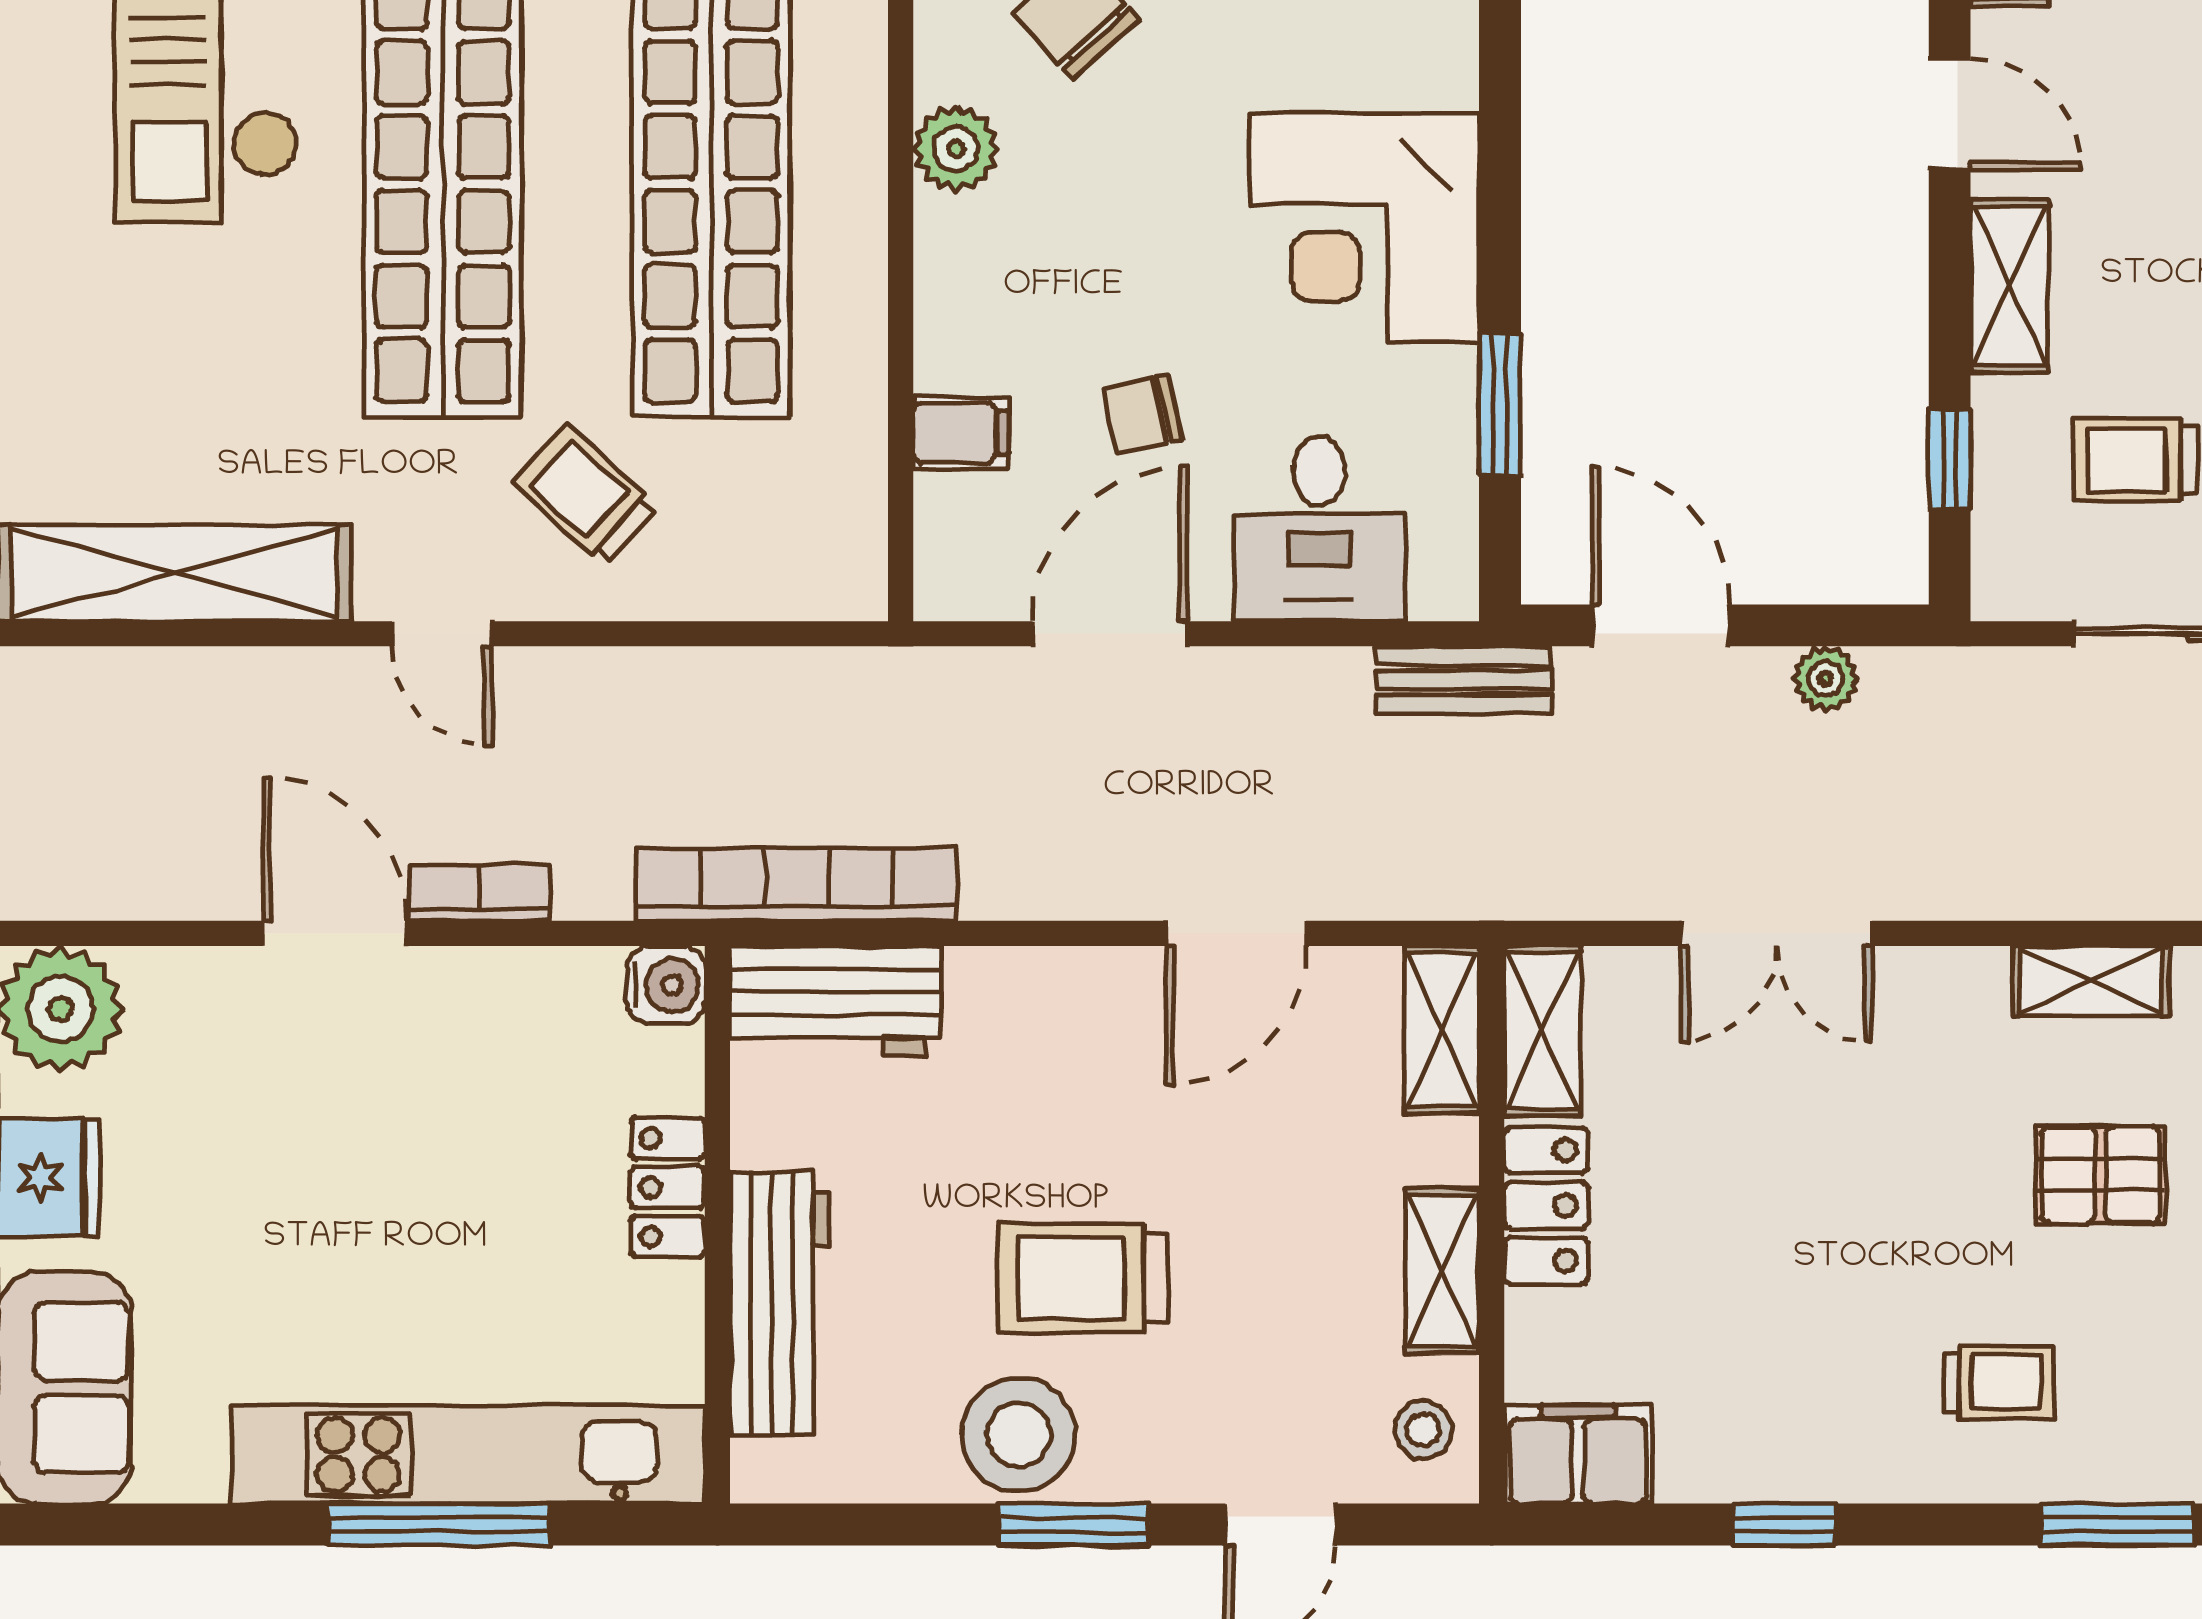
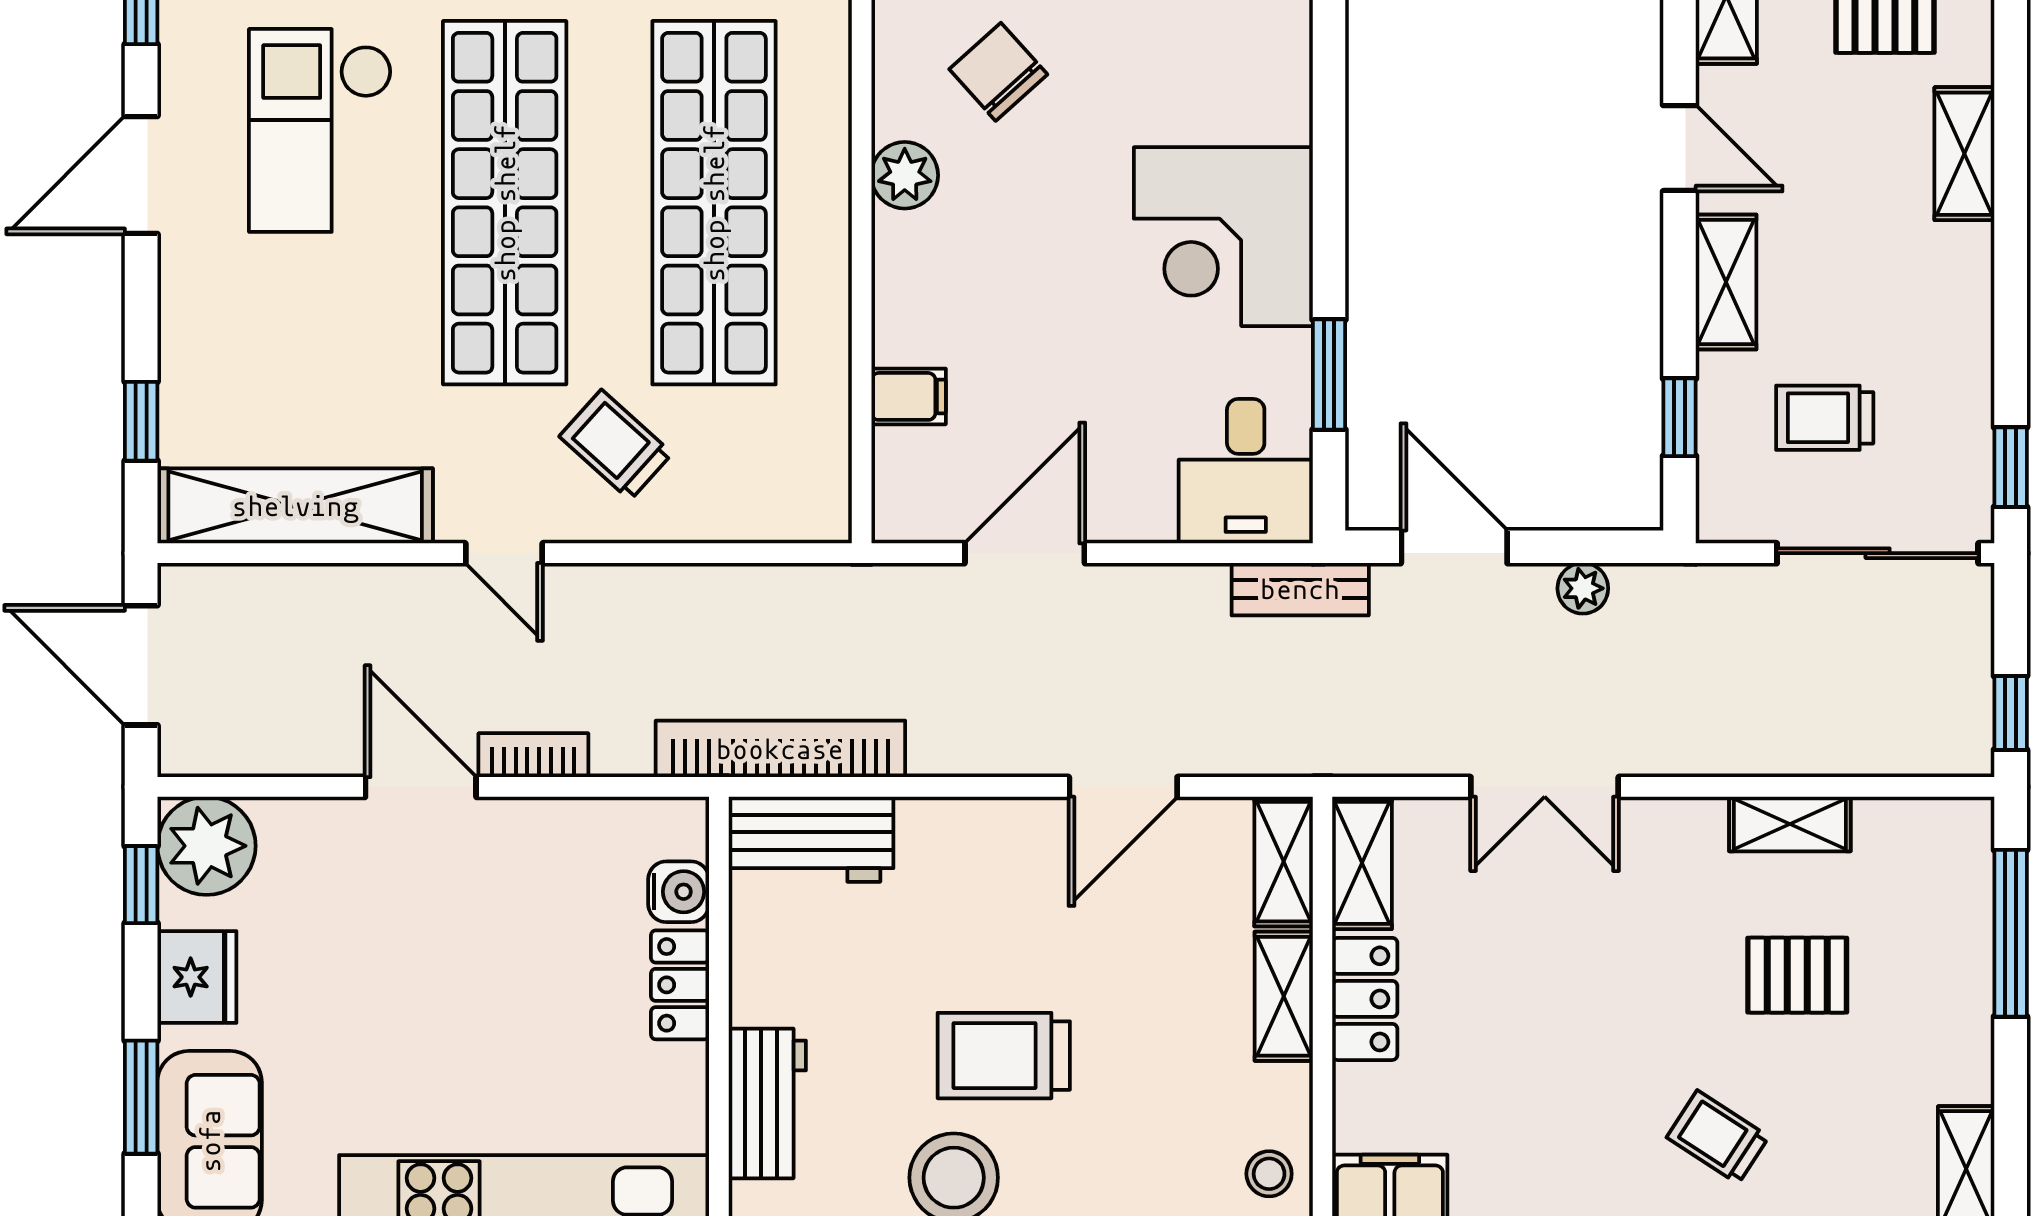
chair: (1142, 414) -> (1050, 382), removed
desk: (1319, 529) -> (1246, 471), moved
water cooler: (666, 985) -> (679, 892), moved
shelving: (1442, 1271) -> (1284, 996), moved
workbench: (780, 1303) -> (767, 1103), width x0.73
trolley: (1999, 1383) -> (1718, 1137), turned -147

